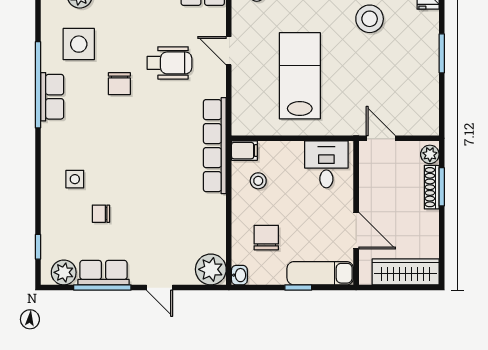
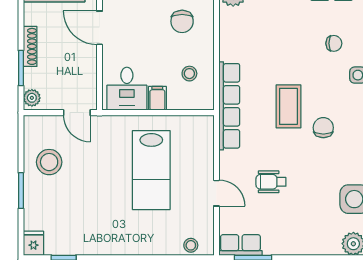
stool: (370, 19) -> (49, 162), moved
wheelchair: (169, 63) -> (271, 182), width x0.73, depth x0.73
chair: (119, 84) -> (323, 128), moved
coffee table: (150, 145) -> (288, 106), added
filing cabinet: (244, 151) -> (157, 98), moved, turned 90
shoe rack: (432, 187) -> (30, 46), moved

